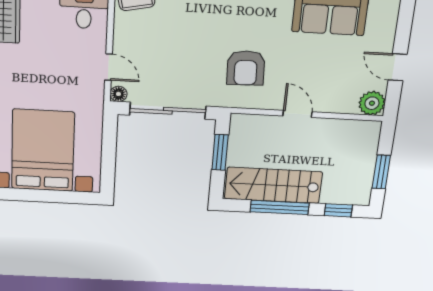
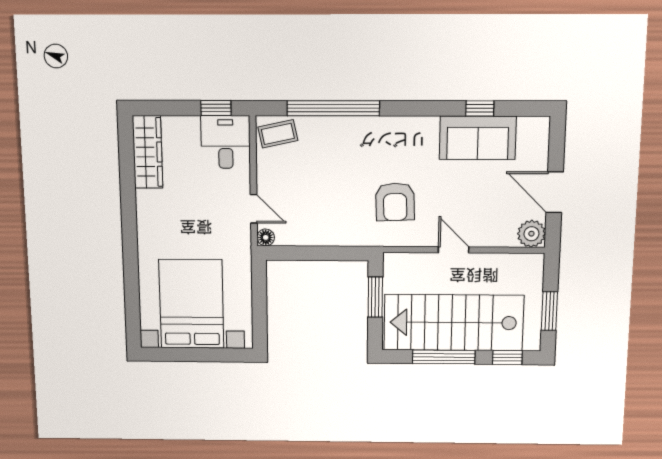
door: (398, 67) -> (555, 192), width x1.37
sliding door: (168, 111) -> (318, 253), removed
stairs: (273, 185) -> (454, 323), width x1.36, depth x1.51

